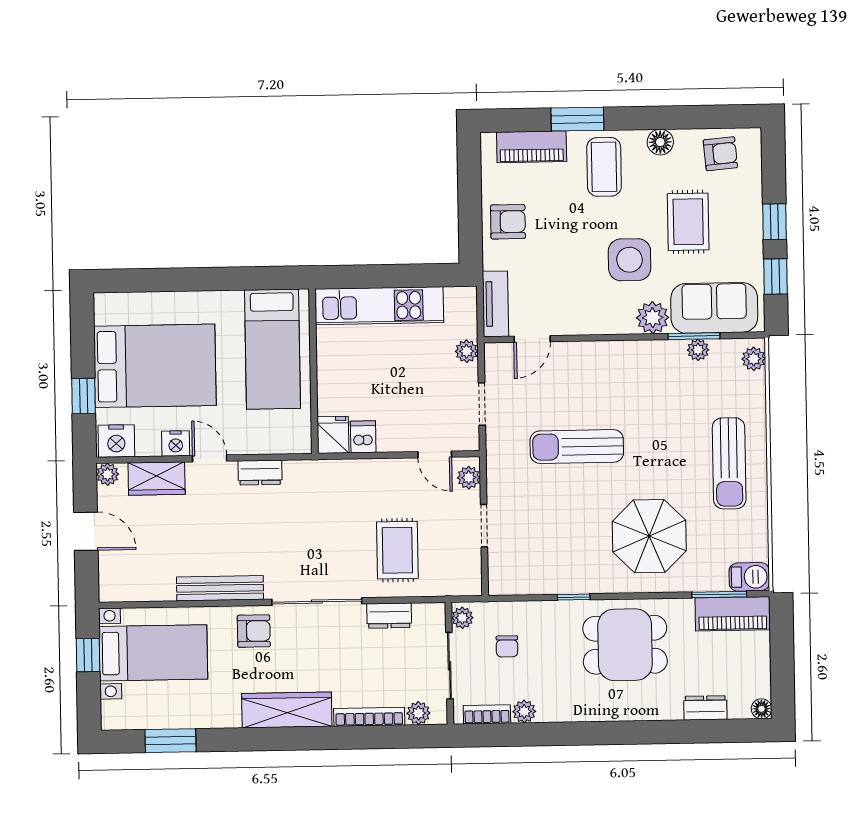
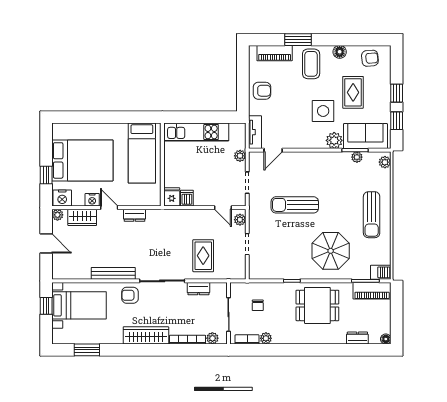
plant: (462, 618) -> (235, 290), removed
armchair: (254, 631) -> (130, 295), turned 180

